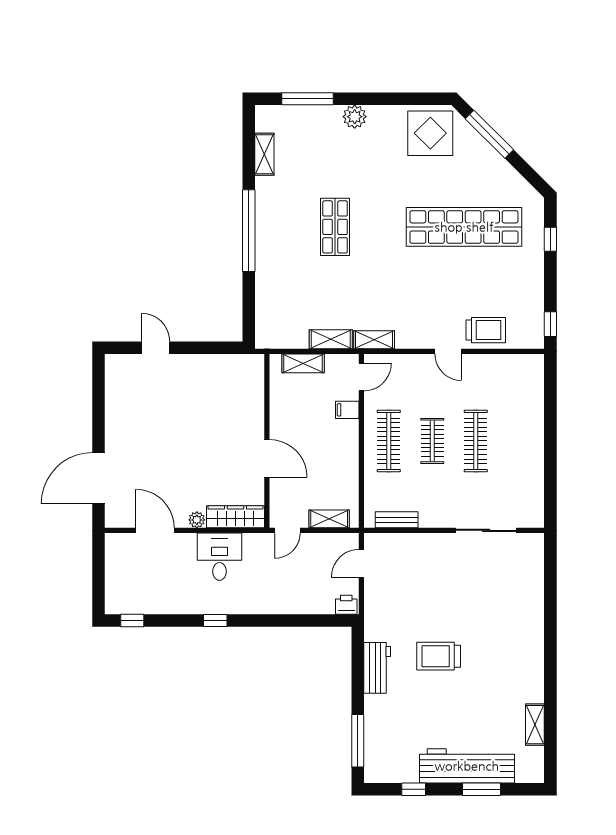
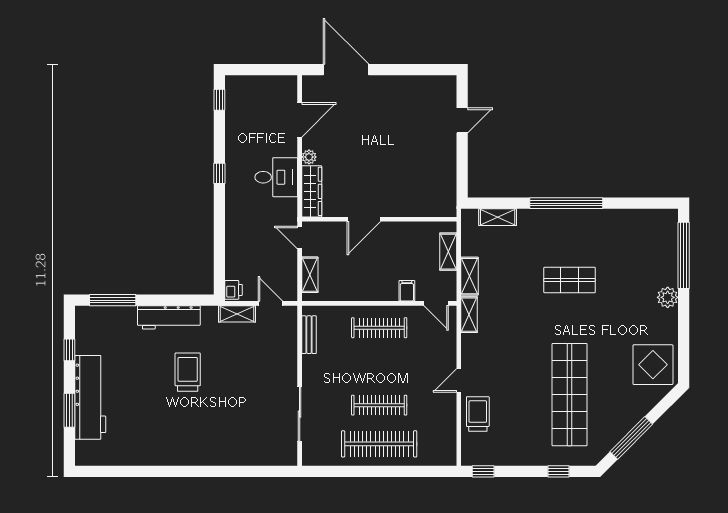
window: (308, 99) -> (684, 255), width x1.46
window: (489, 134) -> (631, 438), moved
shelving: (264, 154) -> (498, 217), moved
trolley: (486, 330) -> (478, 414), turned 180
clothes rail: (432, 441) -> (379, 444), moved, width x1.86, depth x1.31
workbench: (377, 668) -> (169, 317), width x1.38
shelving: (535, 725) -> (237, 314), moved

